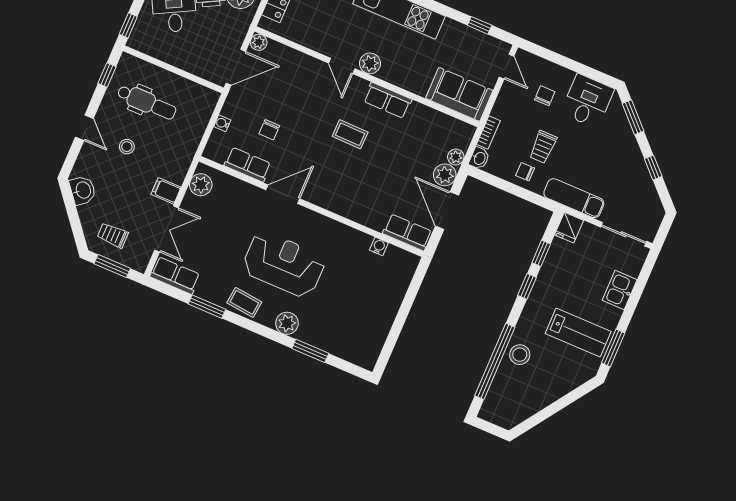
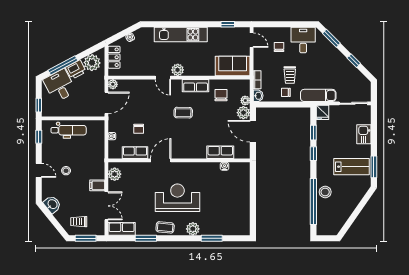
dental chair: (147, 102) -> (69, 130), moved
chair: (421, 132) -> (221, 95), added
row of seats: (407, 232) -> (220, 152), moved

